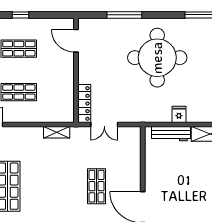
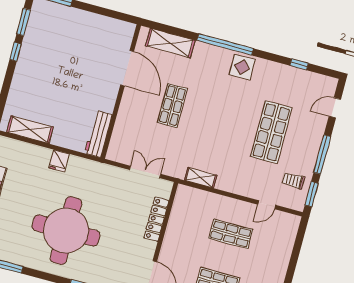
locker: (84, 103) -> (156, 219), moved
workbench: (171, 134) -> (98, 134), moved, turned -90

